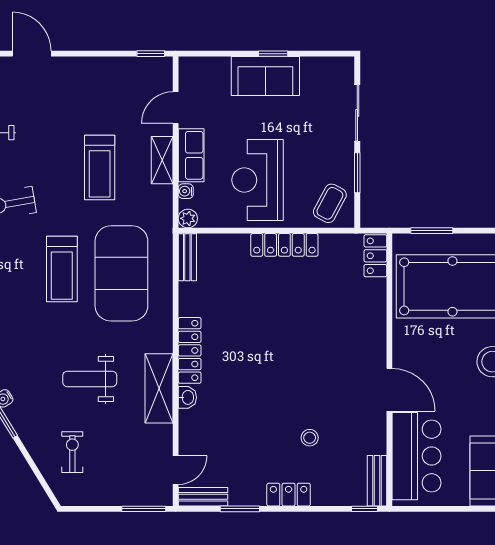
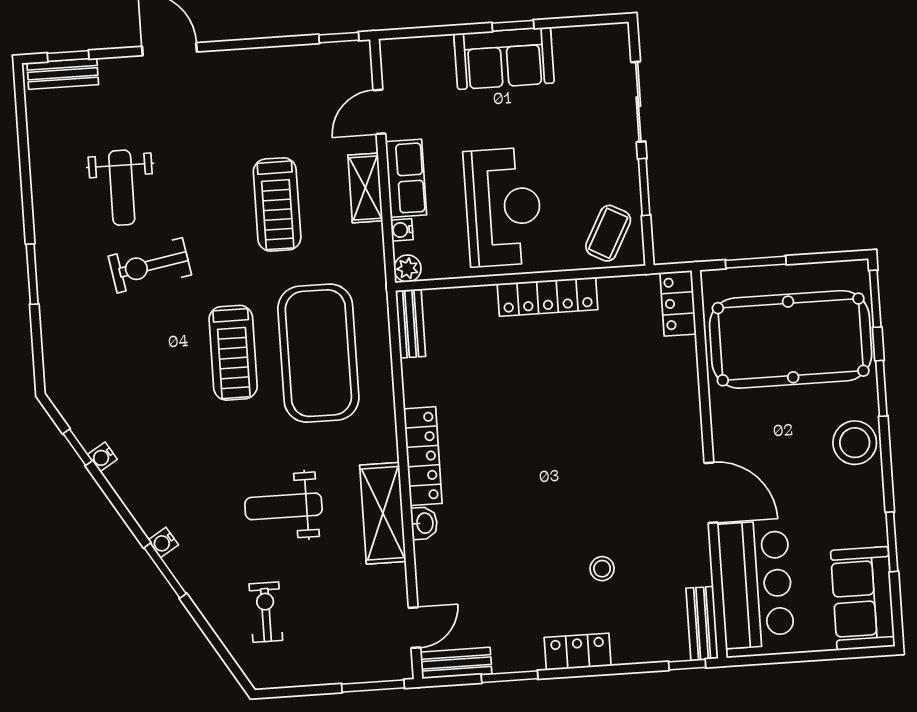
reception desk: (258, 180) -> (503, 207), turned 180

